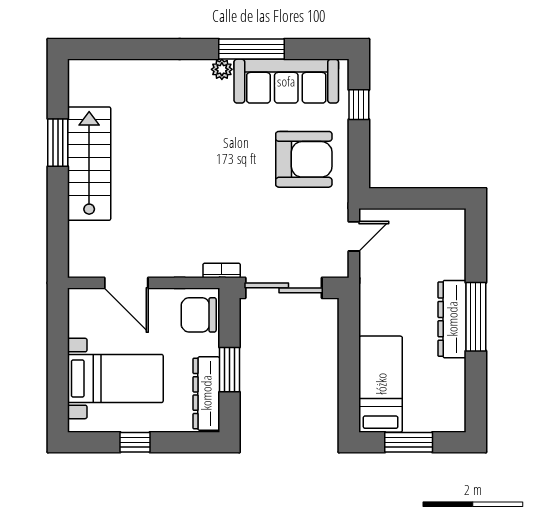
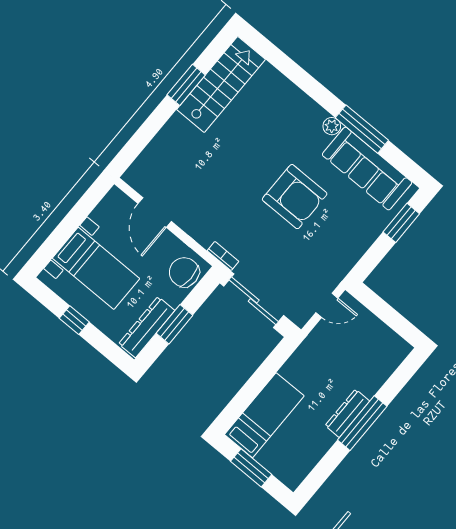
window: (359, 105) -> (401, 223), width x1.50
armchair: (304, 159) -> (295, 197), moved
stairs: (89, 164) -> (221, 84), moved
dresser: (452, 319) -> (347, 413), width x0.73, depth x0.80

